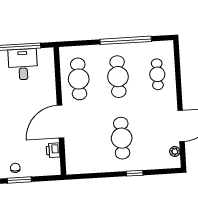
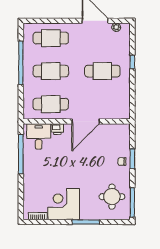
desk: (23, 64) -> (39, 136), moved, turned 90
cafe table: (157, 74) -> (51, 38), width x1.37, depth x1.35
door: (61, 122) -> (86, 121), hinge flipped
printer: (53, 150) -> (57, 129), moved

